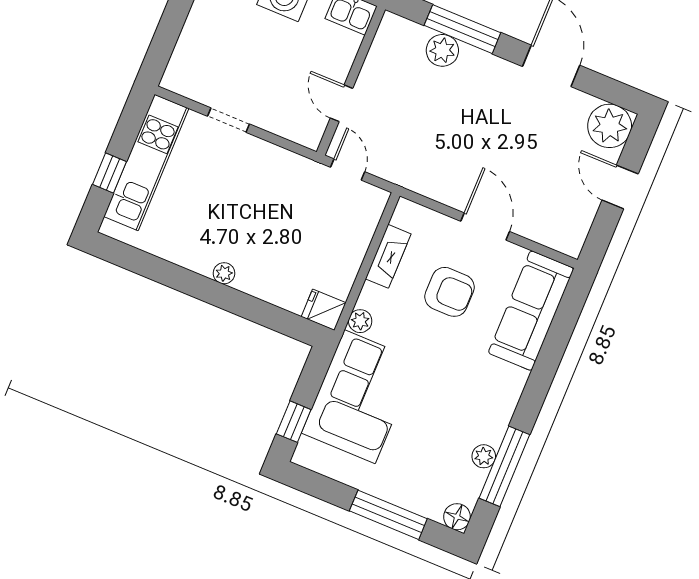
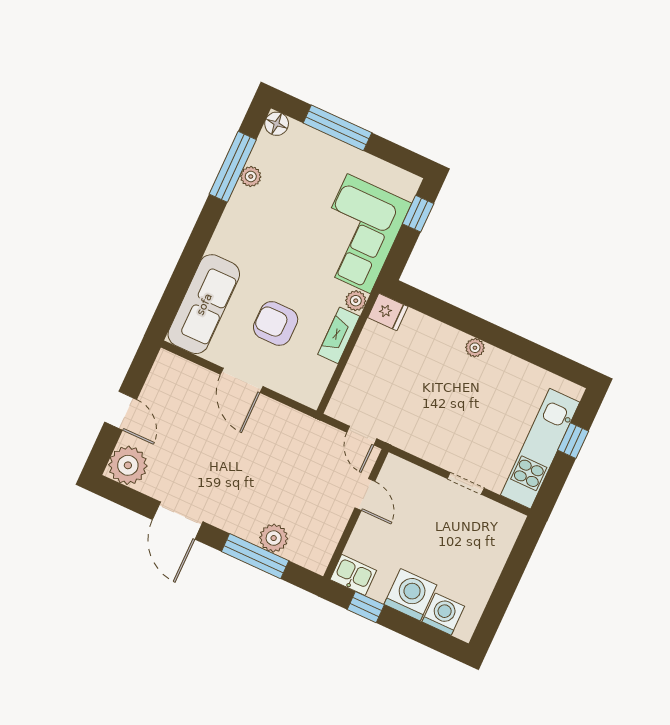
fireplace: (388, 256) -> (339, 335), moved

